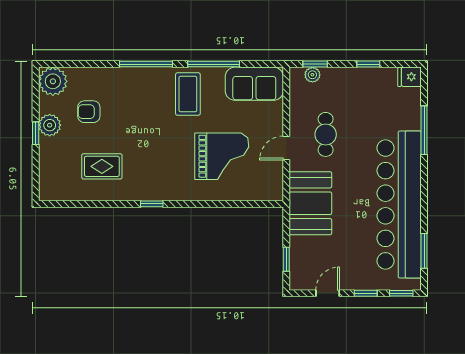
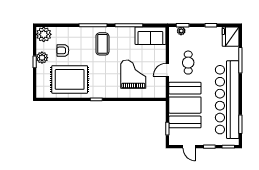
fridge: (409, 77) -> (231, 37), width x1.88, depth x1.34
coffee table: (188, 94) -> (102, 44), moved
grand piano: (222, 156) -> (133, 74), turned -90
rug: (102, 166) -> (70, 79), width x1.86, depth x2.06
booth: (310, 203) -> (185, 105), width x1.36, depth x1.42
door: (328, 293) -> (189, 147), swing flipped

